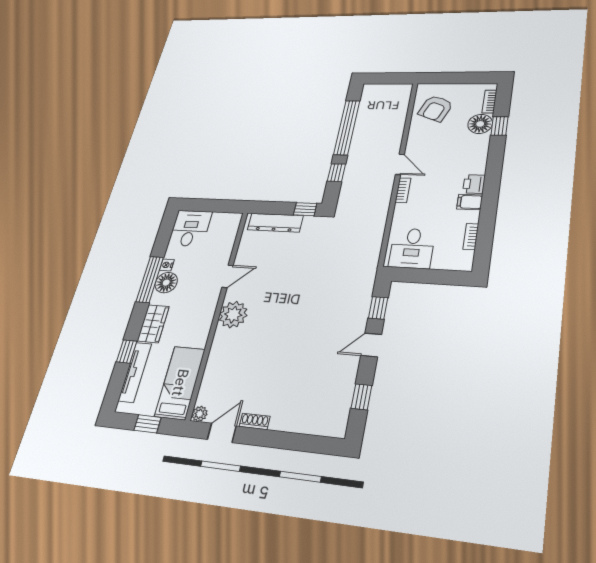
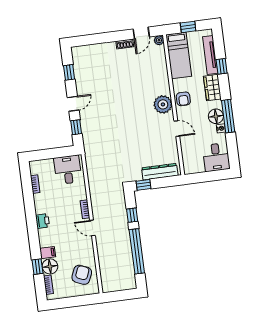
filing cabinet: (470, 202) -> (48, 253), moved
door: (228, 276) -> (177, 129), swing flipped
armchair: (201, 316) -> (183, 99), added

